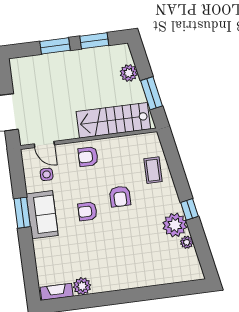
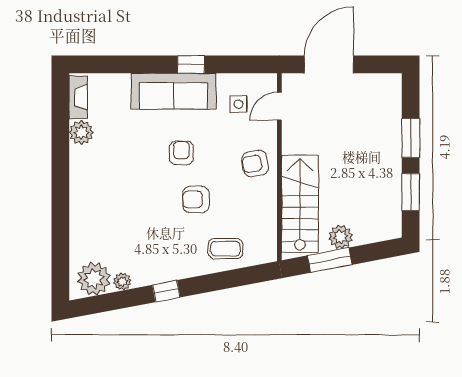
plant: (129, 73) -> (341, 237), moved
armchair: (88, 157) -> (255, 163), turned -100
window: (22, 213) -> (191, 64), width x0.67
sofa: (42, 215) -> (174, 91), width x1.36
plant: (175, 225) -> (94, 279), moved

